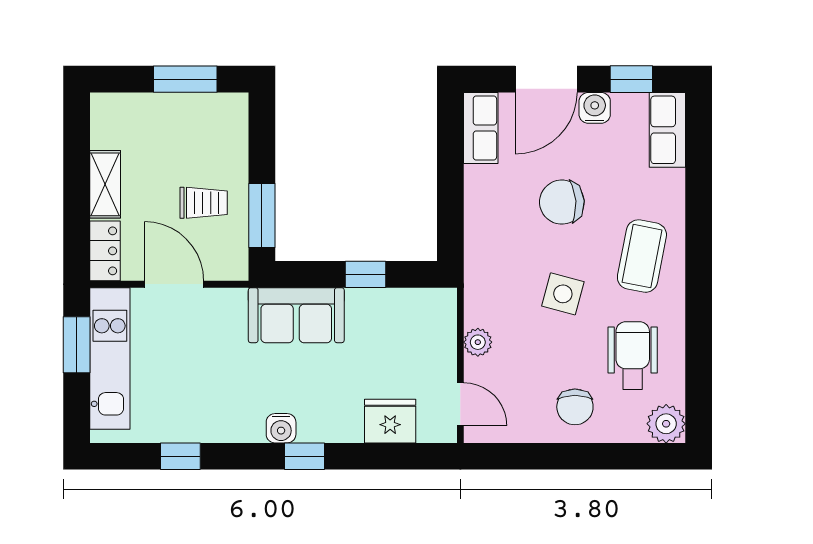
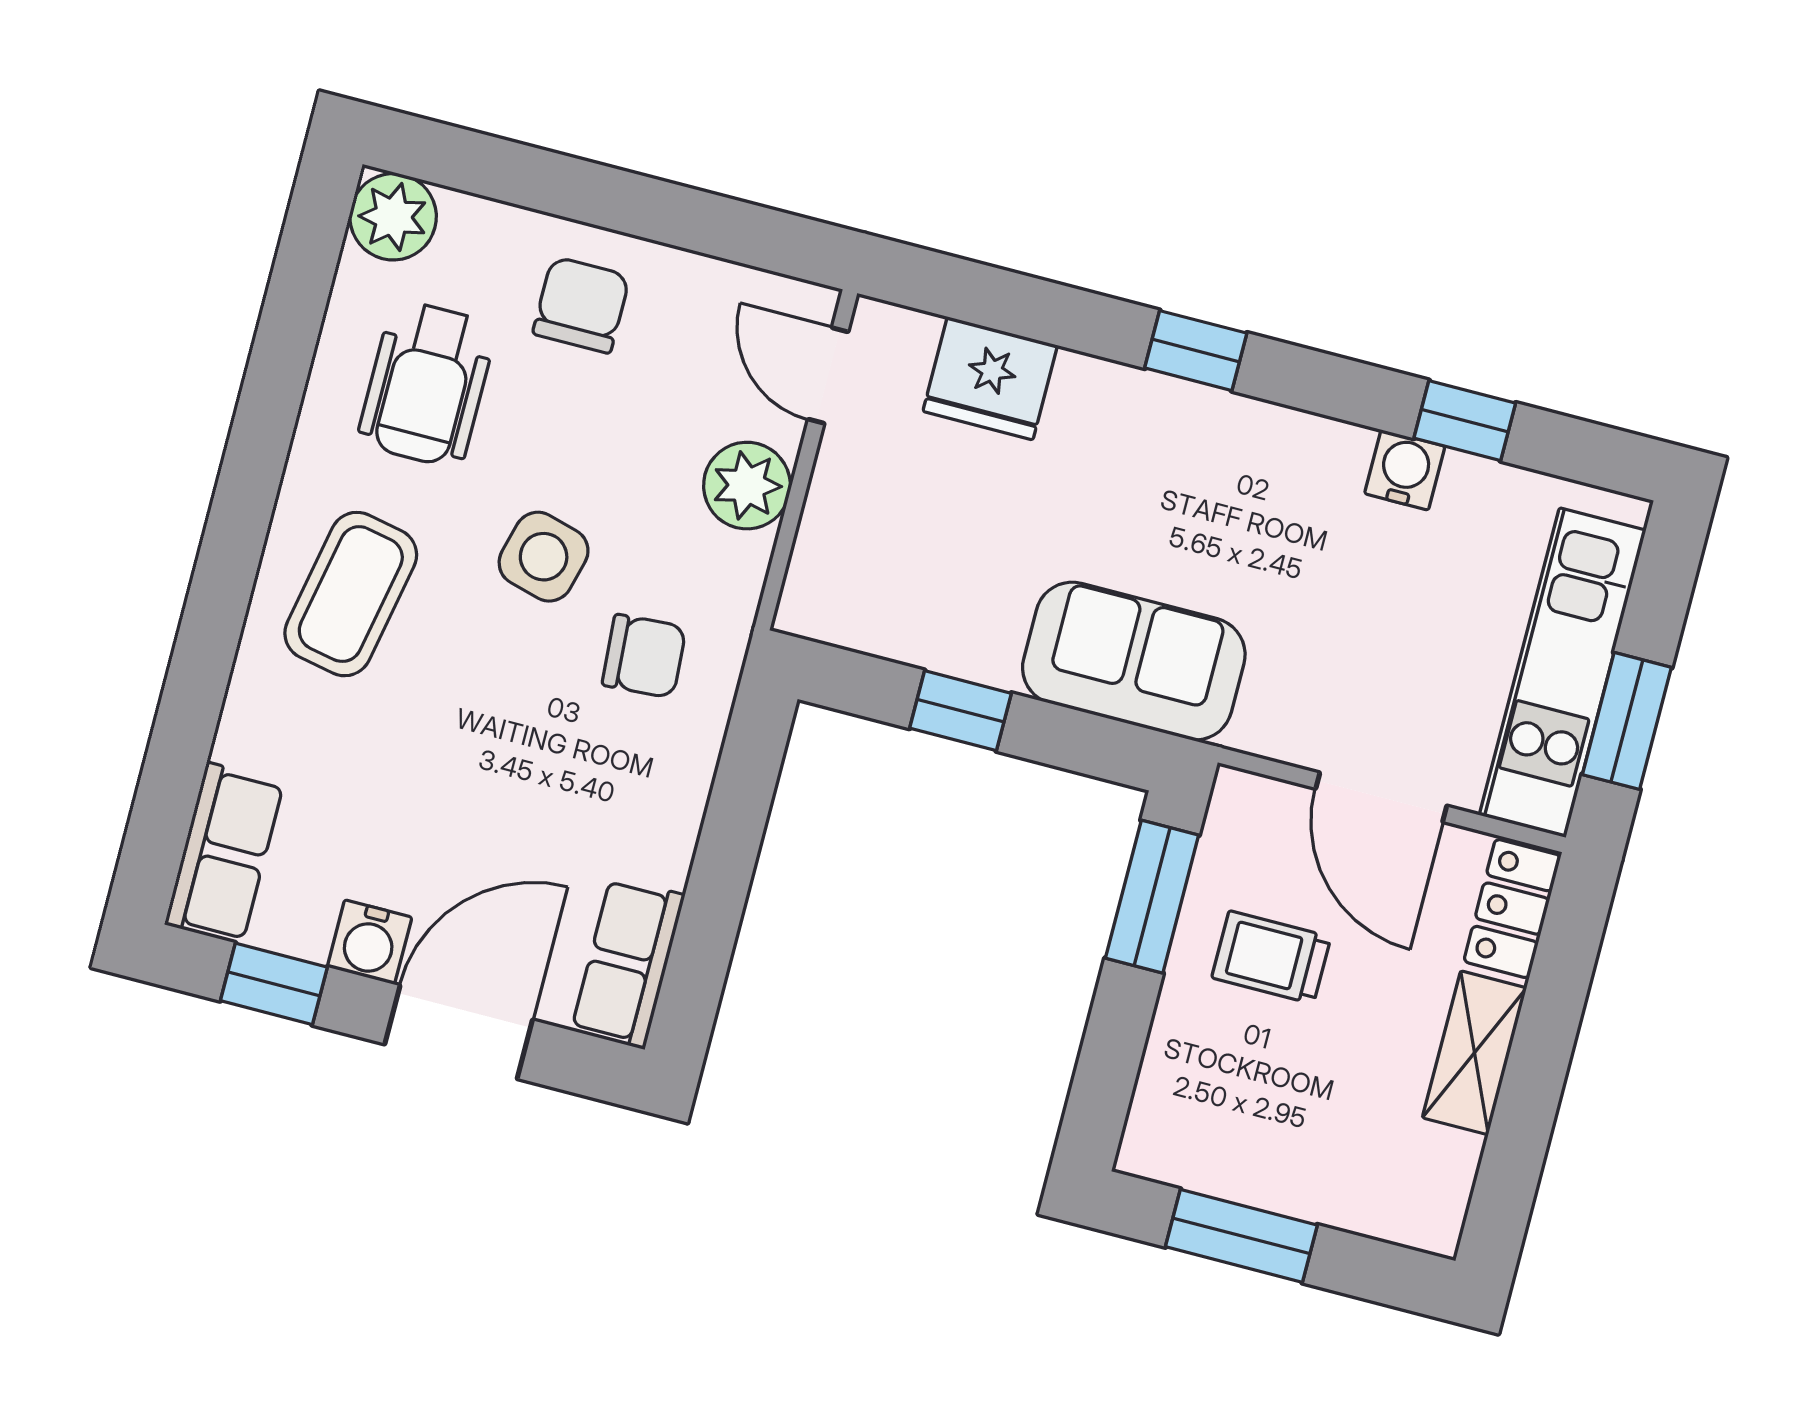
chair: (562, 202) -> (644, 656), moved, width x0.73, depth x0.73
plant: (478, 342) -> (747, 486), width x1.38, depth x1.38
water cooler: (281, 428) -> (1405, 470), moved

